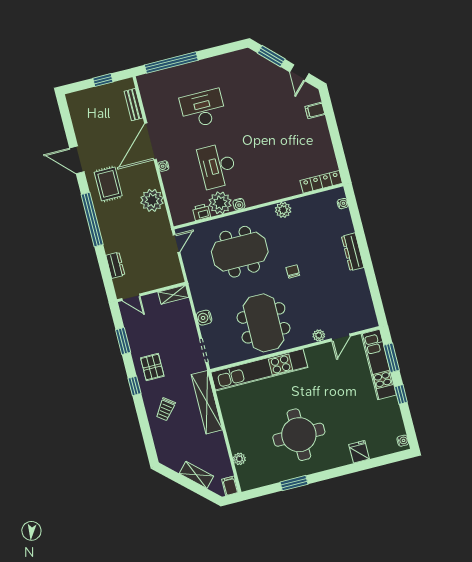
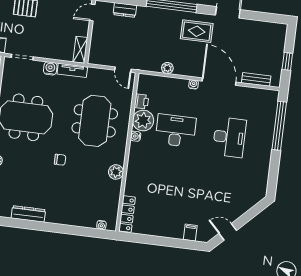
window: (271, 56) -> (251, 213), removed
plant: (152, 200) -> (167, 68), width x0.53, depth x0.53
dresser: (353, 252) -> (28, 214), moved
tv unit: (197, 295) -> (72, 70), added

